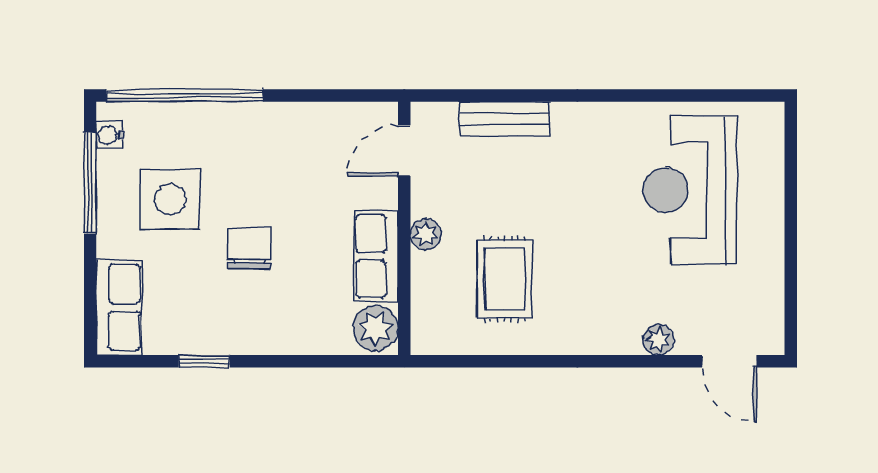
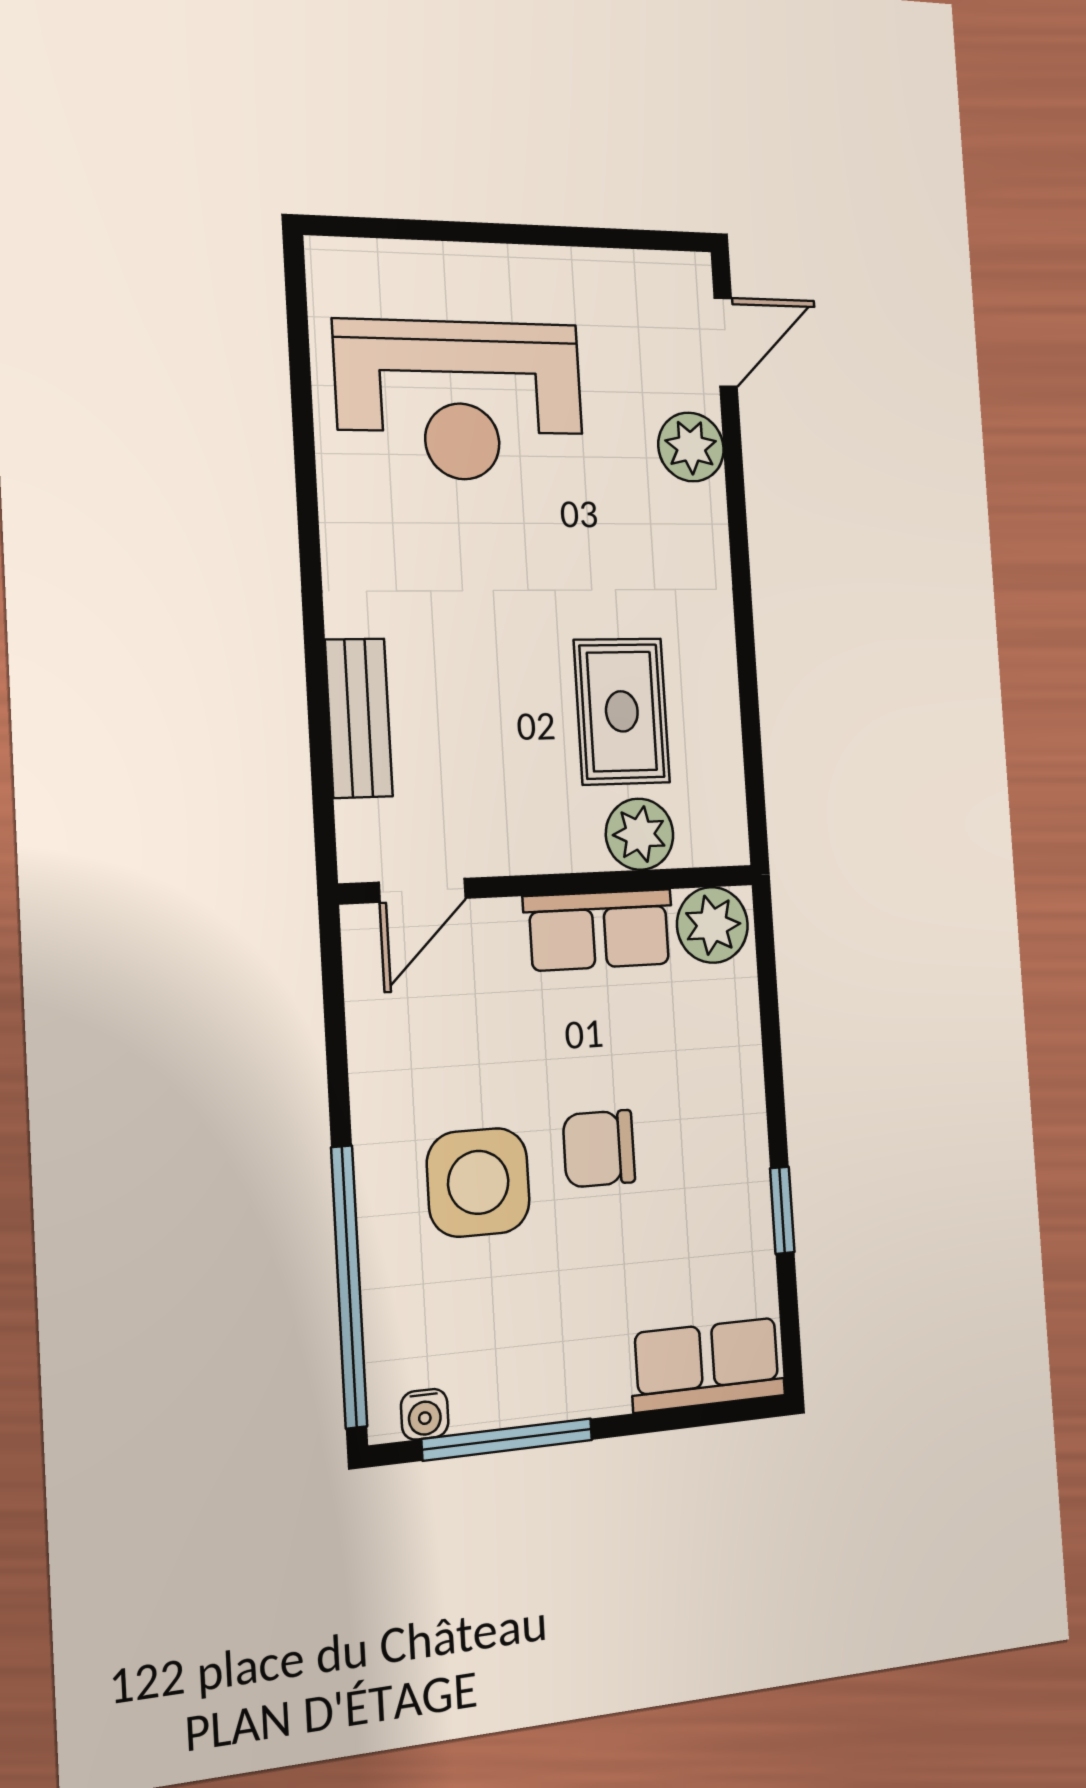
door: (404, 151) -> (422, 890), hinge flipped
side table: (170, 199) -> (478, 1182), moved
plant: (426, 234) -> (640, 834), moved, width x1.38, depth x1.38
rug: (505, 279) -> (622, 711), turned 90
plant: (658, 340) -> (691, 447), width x1.38, depth x1.38

